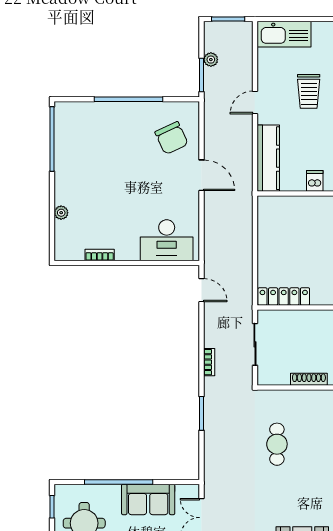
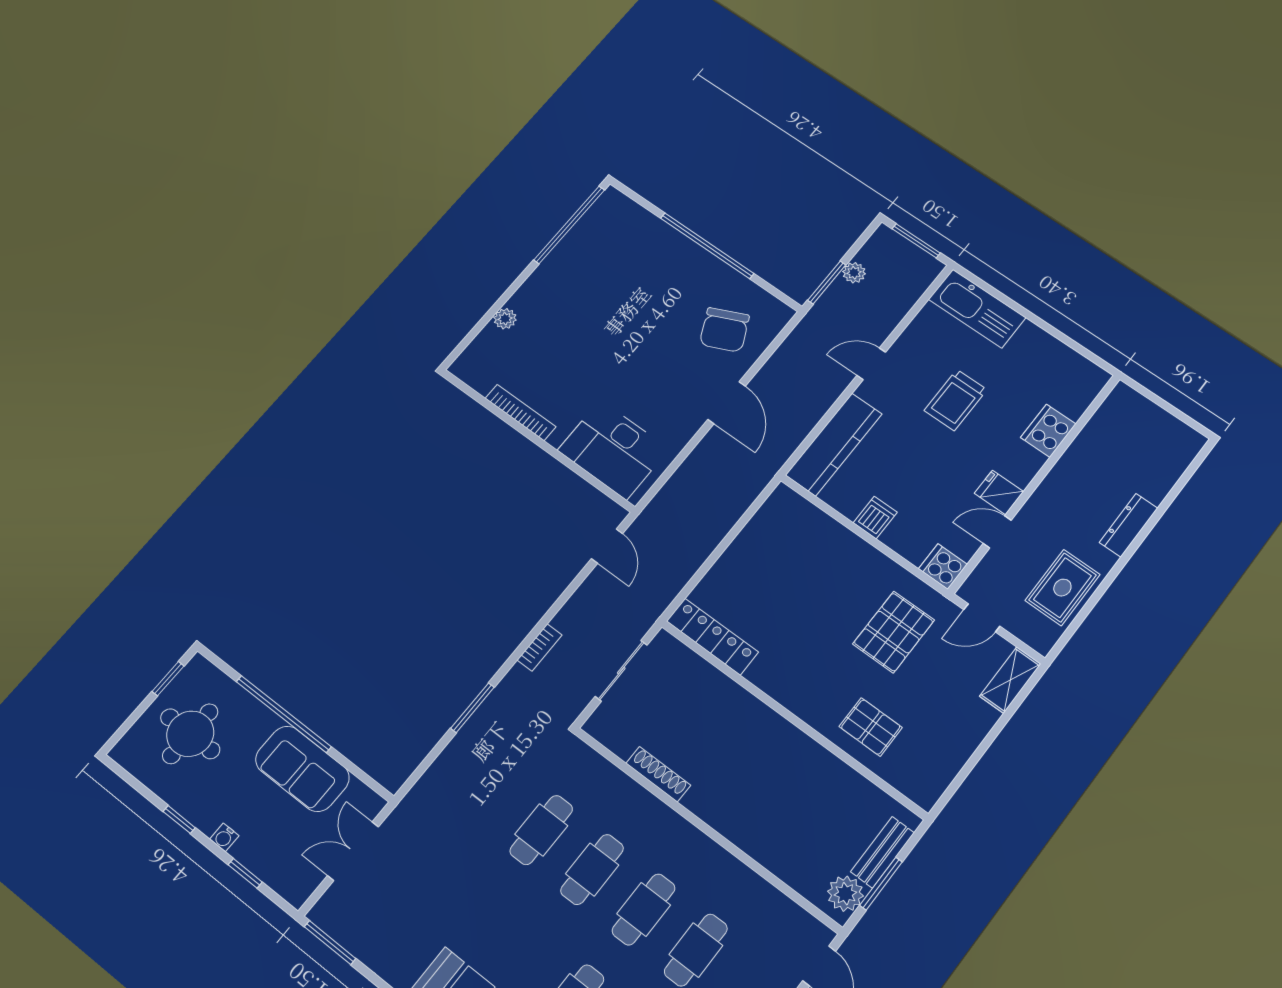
bookcase: (100, 255) -> (520, 412), width x1.56
cafe table: (313, 444) -> (592, 869), added

